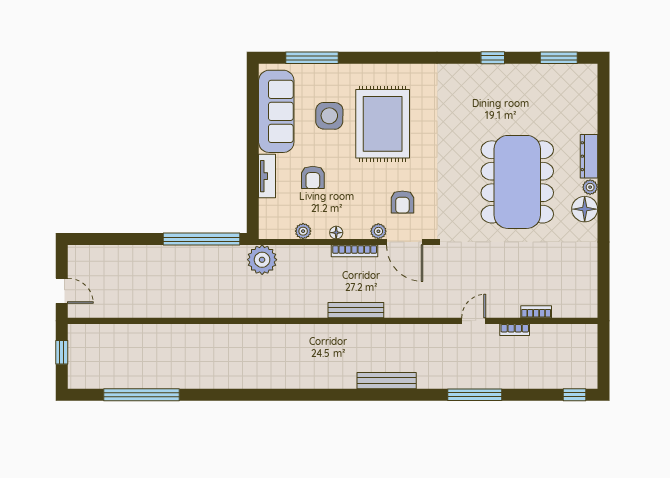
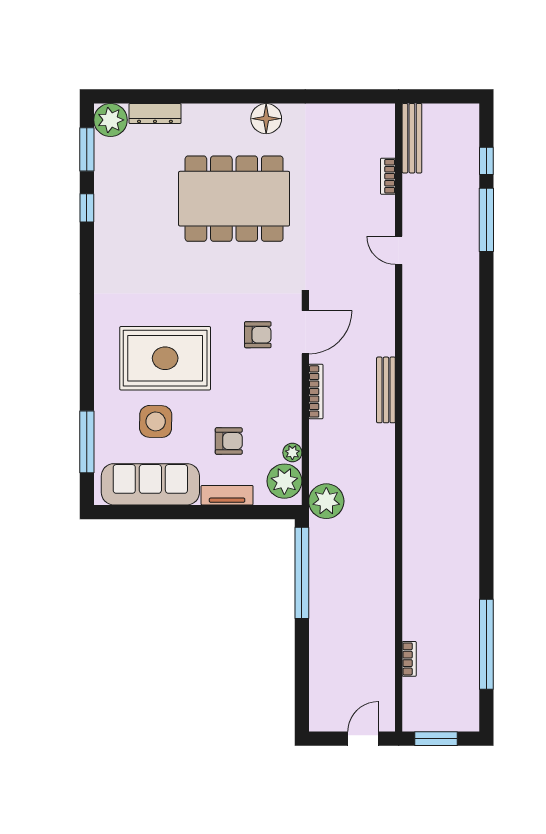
window: (493, 58) -> (87, 208), moved
dresser: (589, 156) -> (155, 114), moved
plant: (590, 187) -> (111, 120), moved, width x1.88, depth x1.88
plant: (378, 231) -> (284, 481), moved, width x1.88, depth x1.88
floor lamp: (336, 233) -> (294, 413), removed
bookcase: (515, 330) -> (409, 659), moved
window: (62, 352) -> (436, 739), width x1.50
bench: (387, 381) -> (412, 138), moved
window: (475, 395) -> (486, 220), moved
window: (574, 395) -> (486, 161), moved

